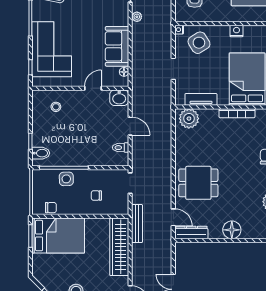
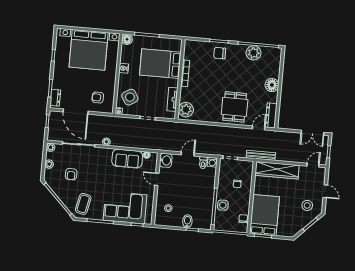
bidet: (41, 153) -> (187, 221), moved
washing machine: (122, 160) -> (212, 162), added

